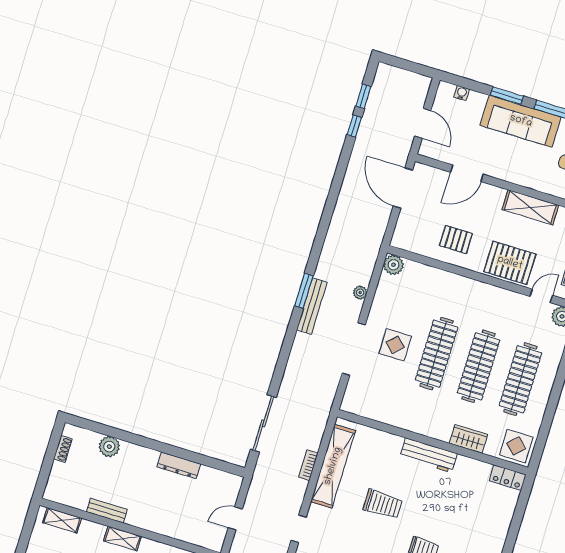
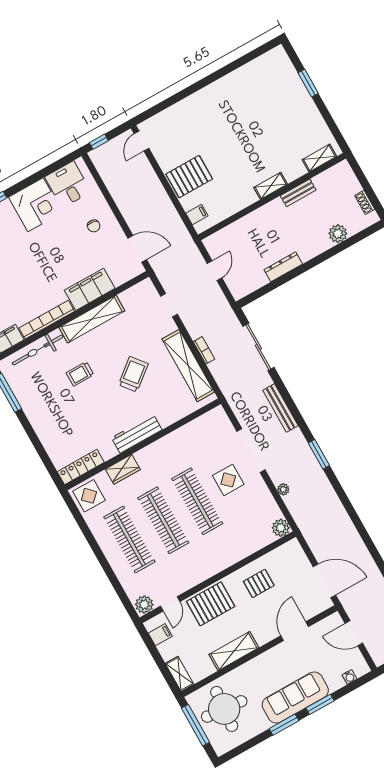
bench: (312, 306) -> (280, 408), moved
locker: (508, 478) -> (81, 467), width x1.53
trolley: (383, 504) -> (133, 374), turned 141

